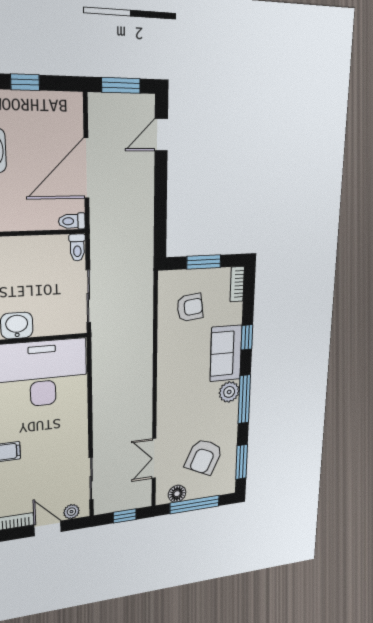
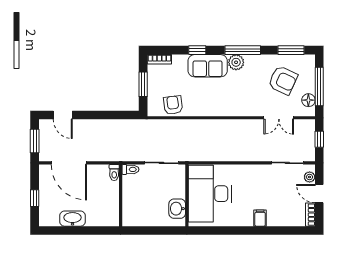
door: (86, 168) -> (69, 163), moved
armchair: (190, 307) -> (173, 105), moved
door: (48, 528) -> (319, 194), hinge flipped

